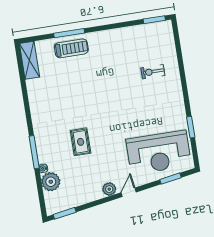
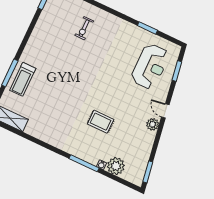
treadmill: (71, 48) -> (23, 79), turned 180
reception desk: (159, 152) -> (150, 66), width x0.74, depth x0.77

